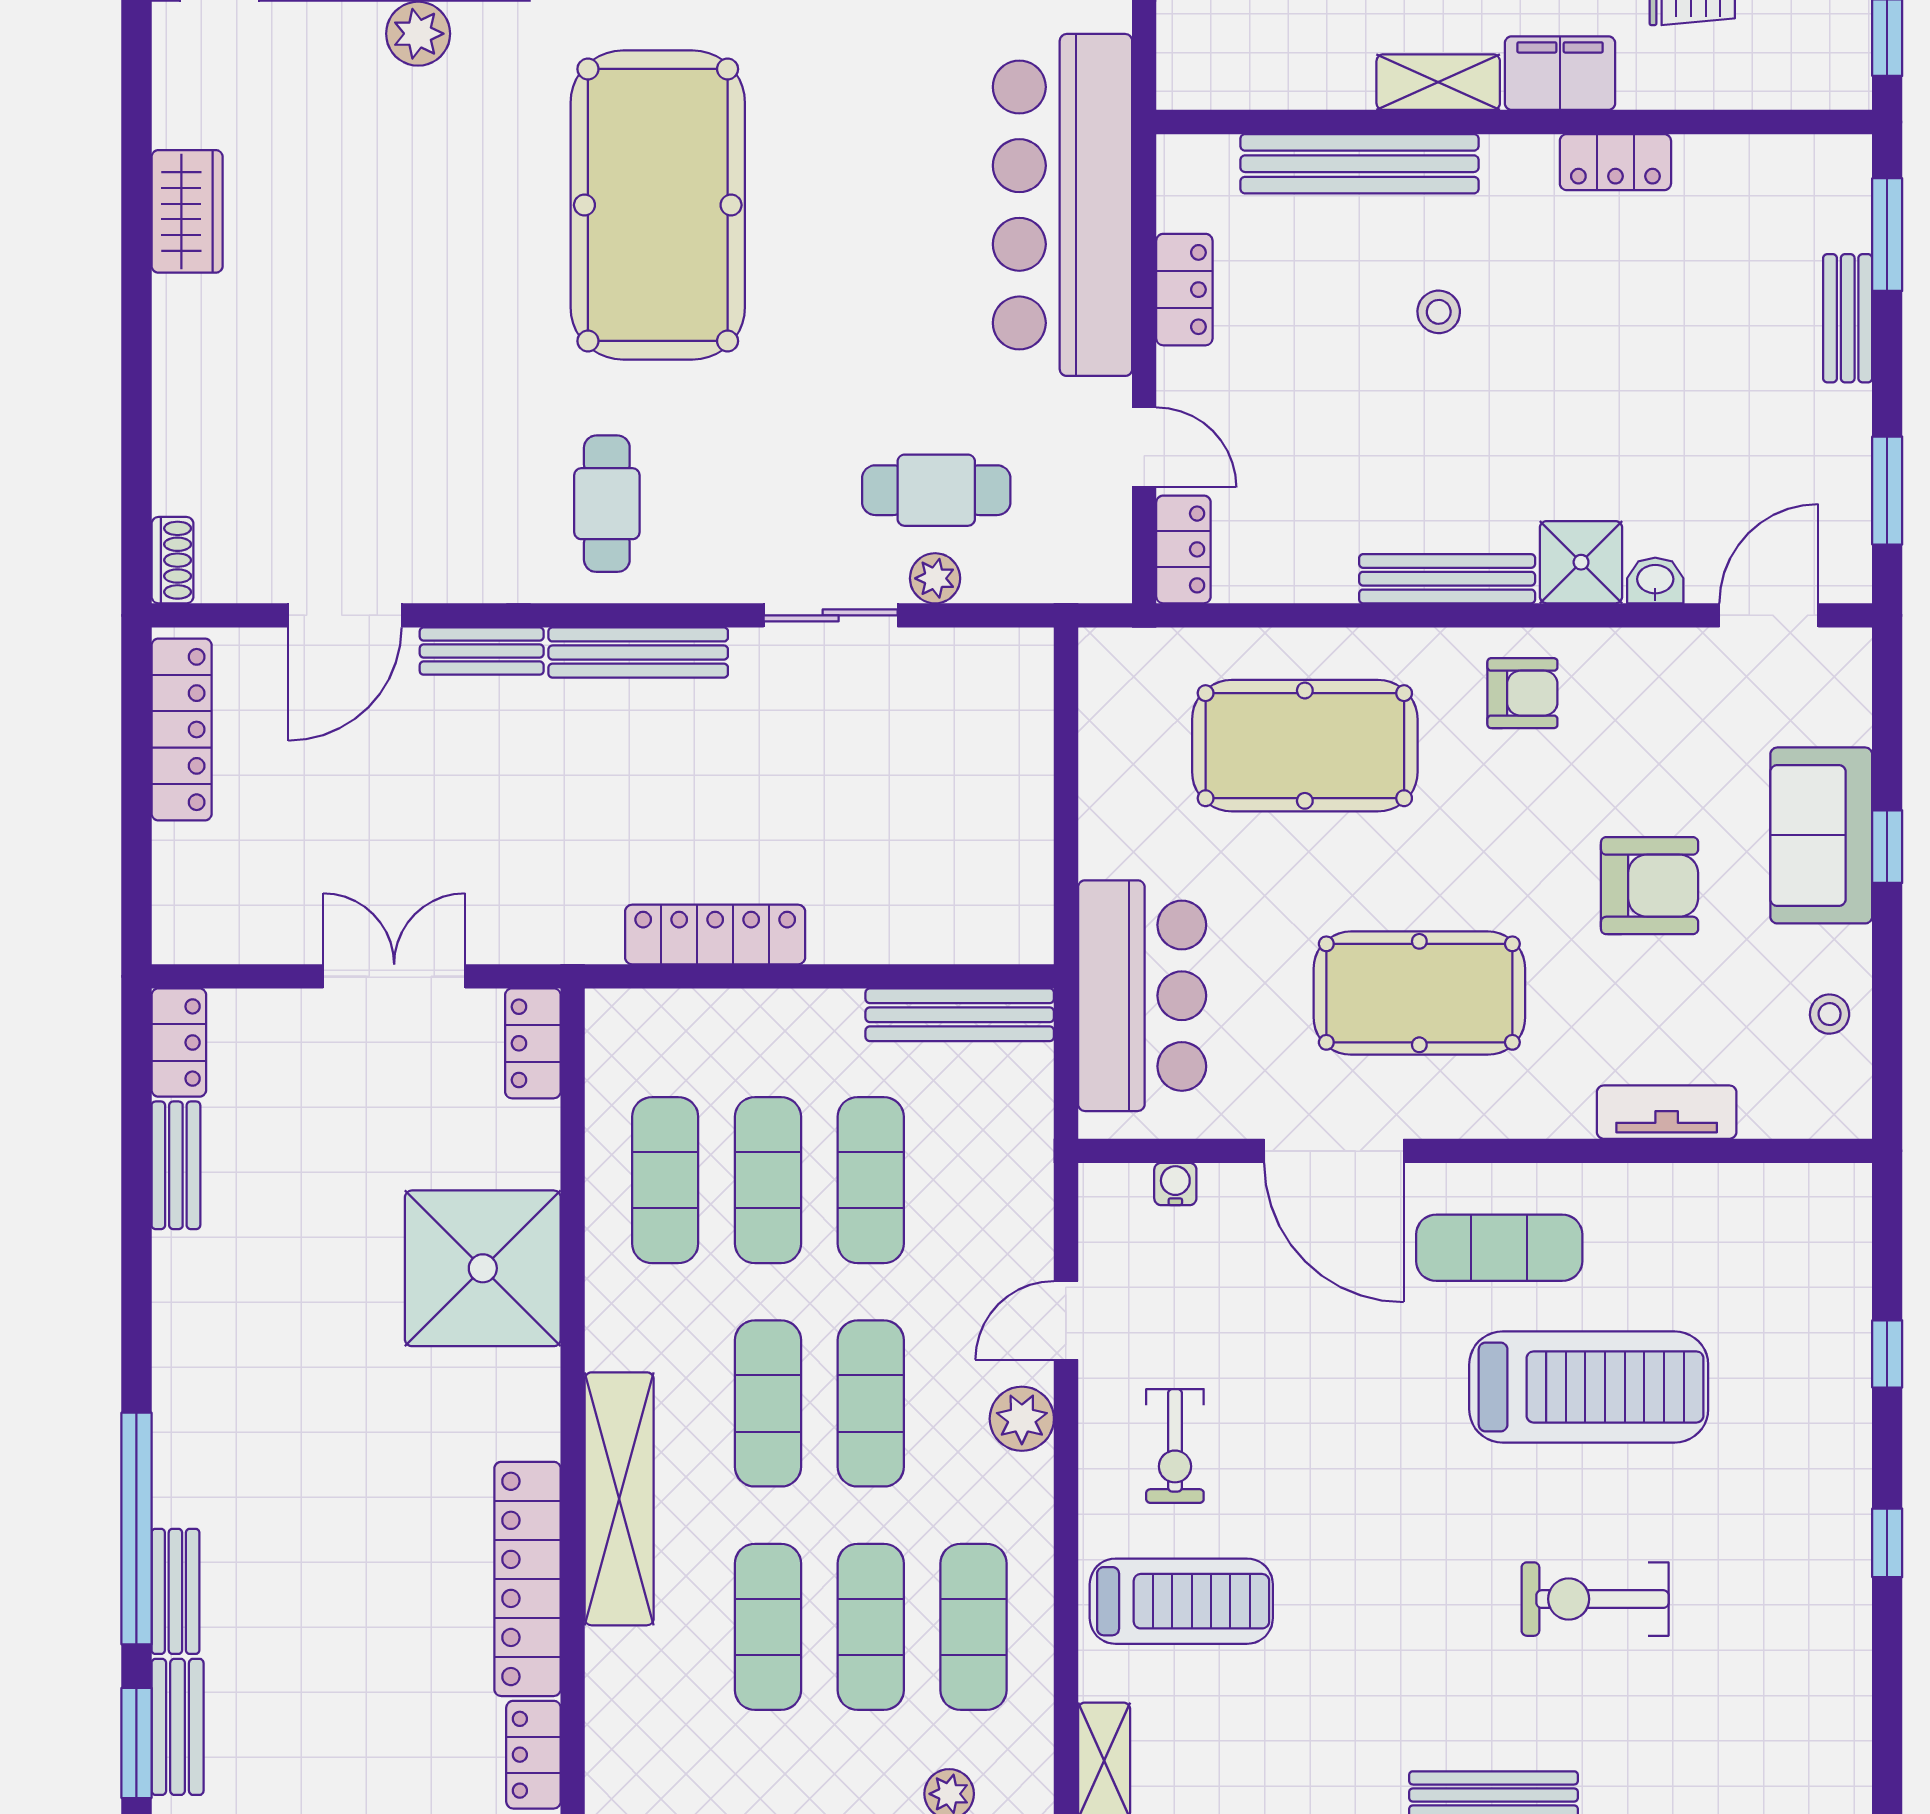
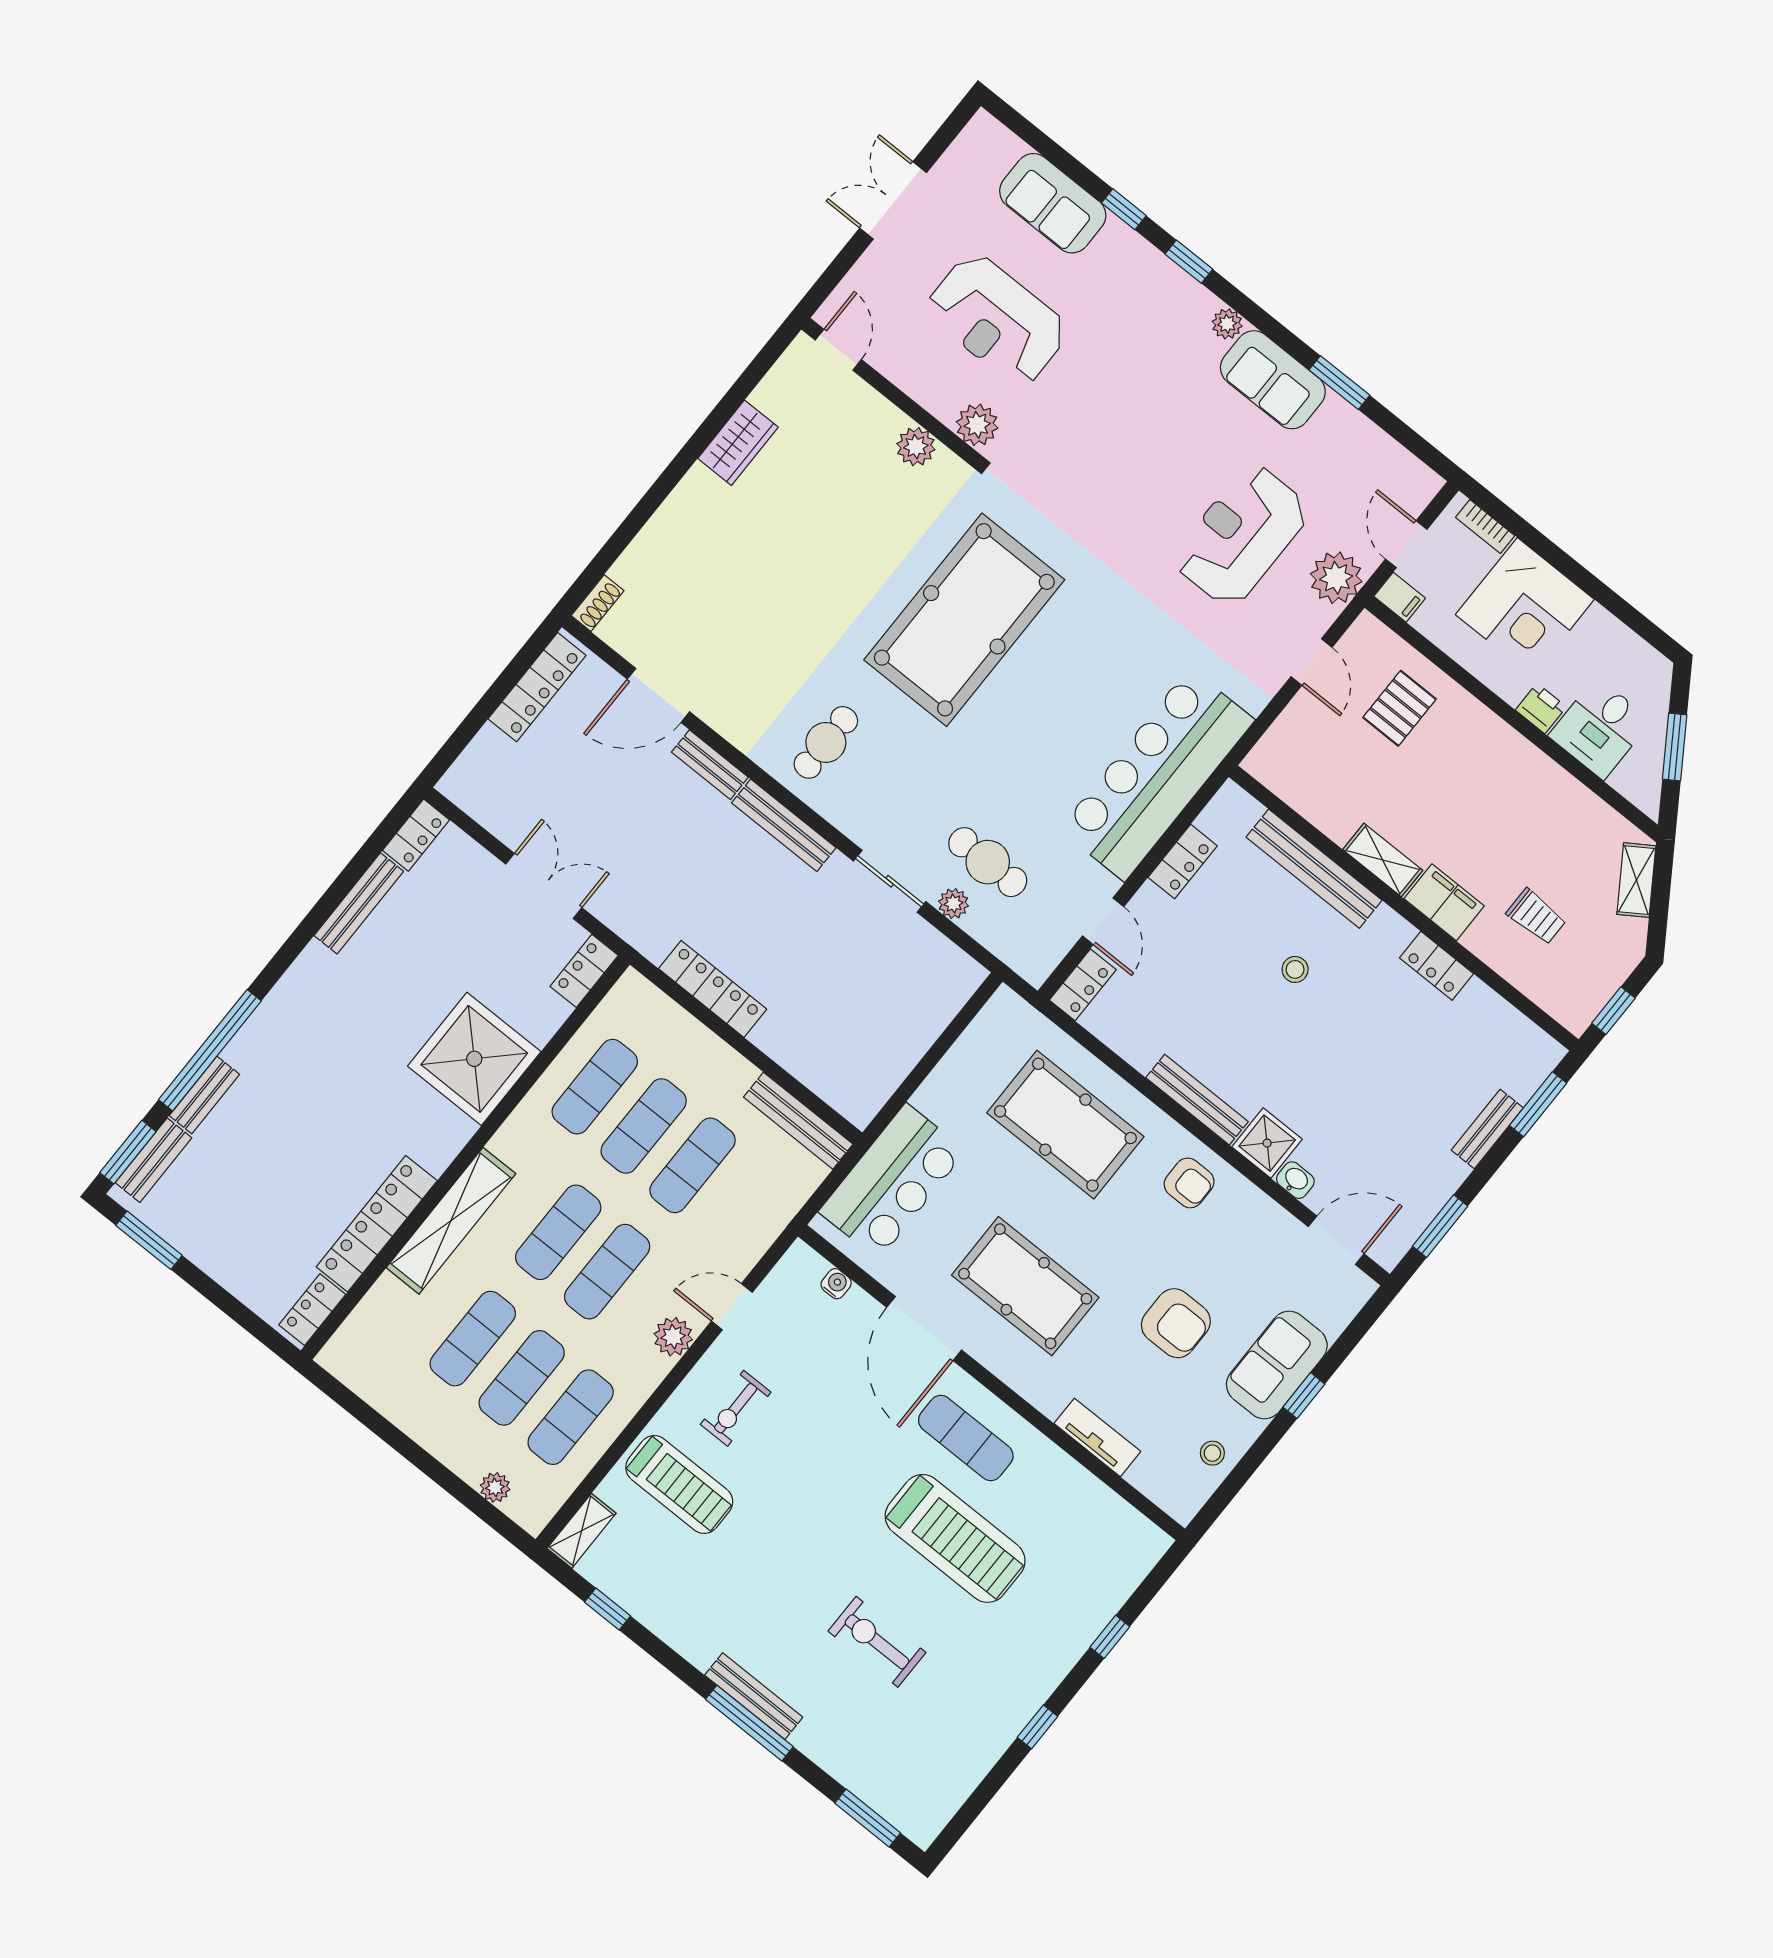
bench: (176, 1165) -> (359, 903), width x1.36

